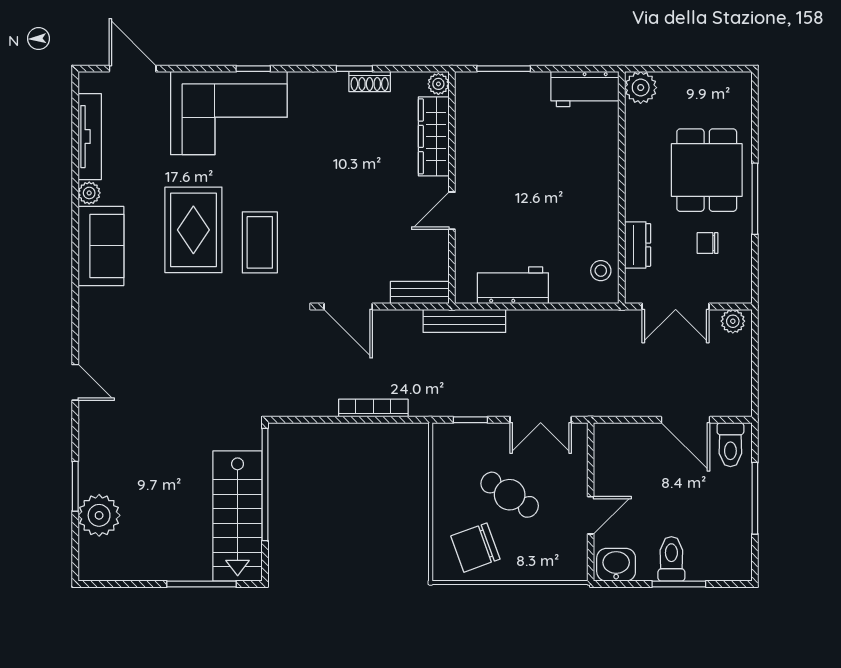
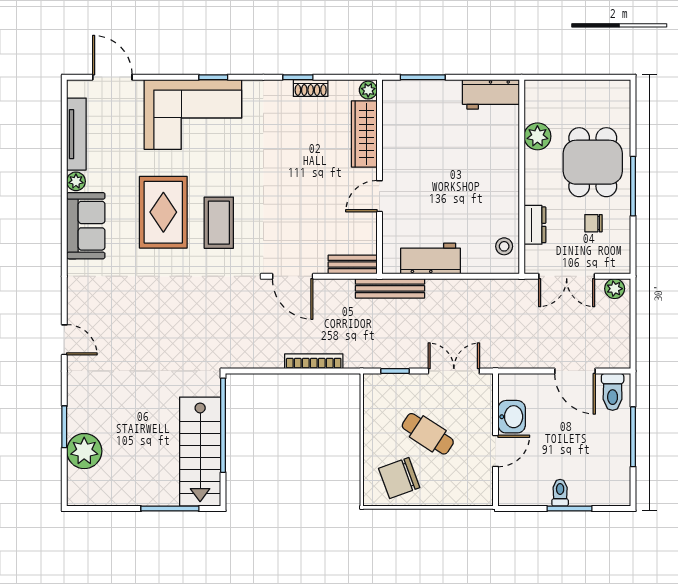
plant: (641, 88) -> (537, 136), moved
double door: (541, 420) -> (454, 371), swing flipped
toilet: (671, 559) -> (560, 493), width x0.73, depth x0.72
washbasin: (616, 565) -> (512, 417), moved, turned 90

